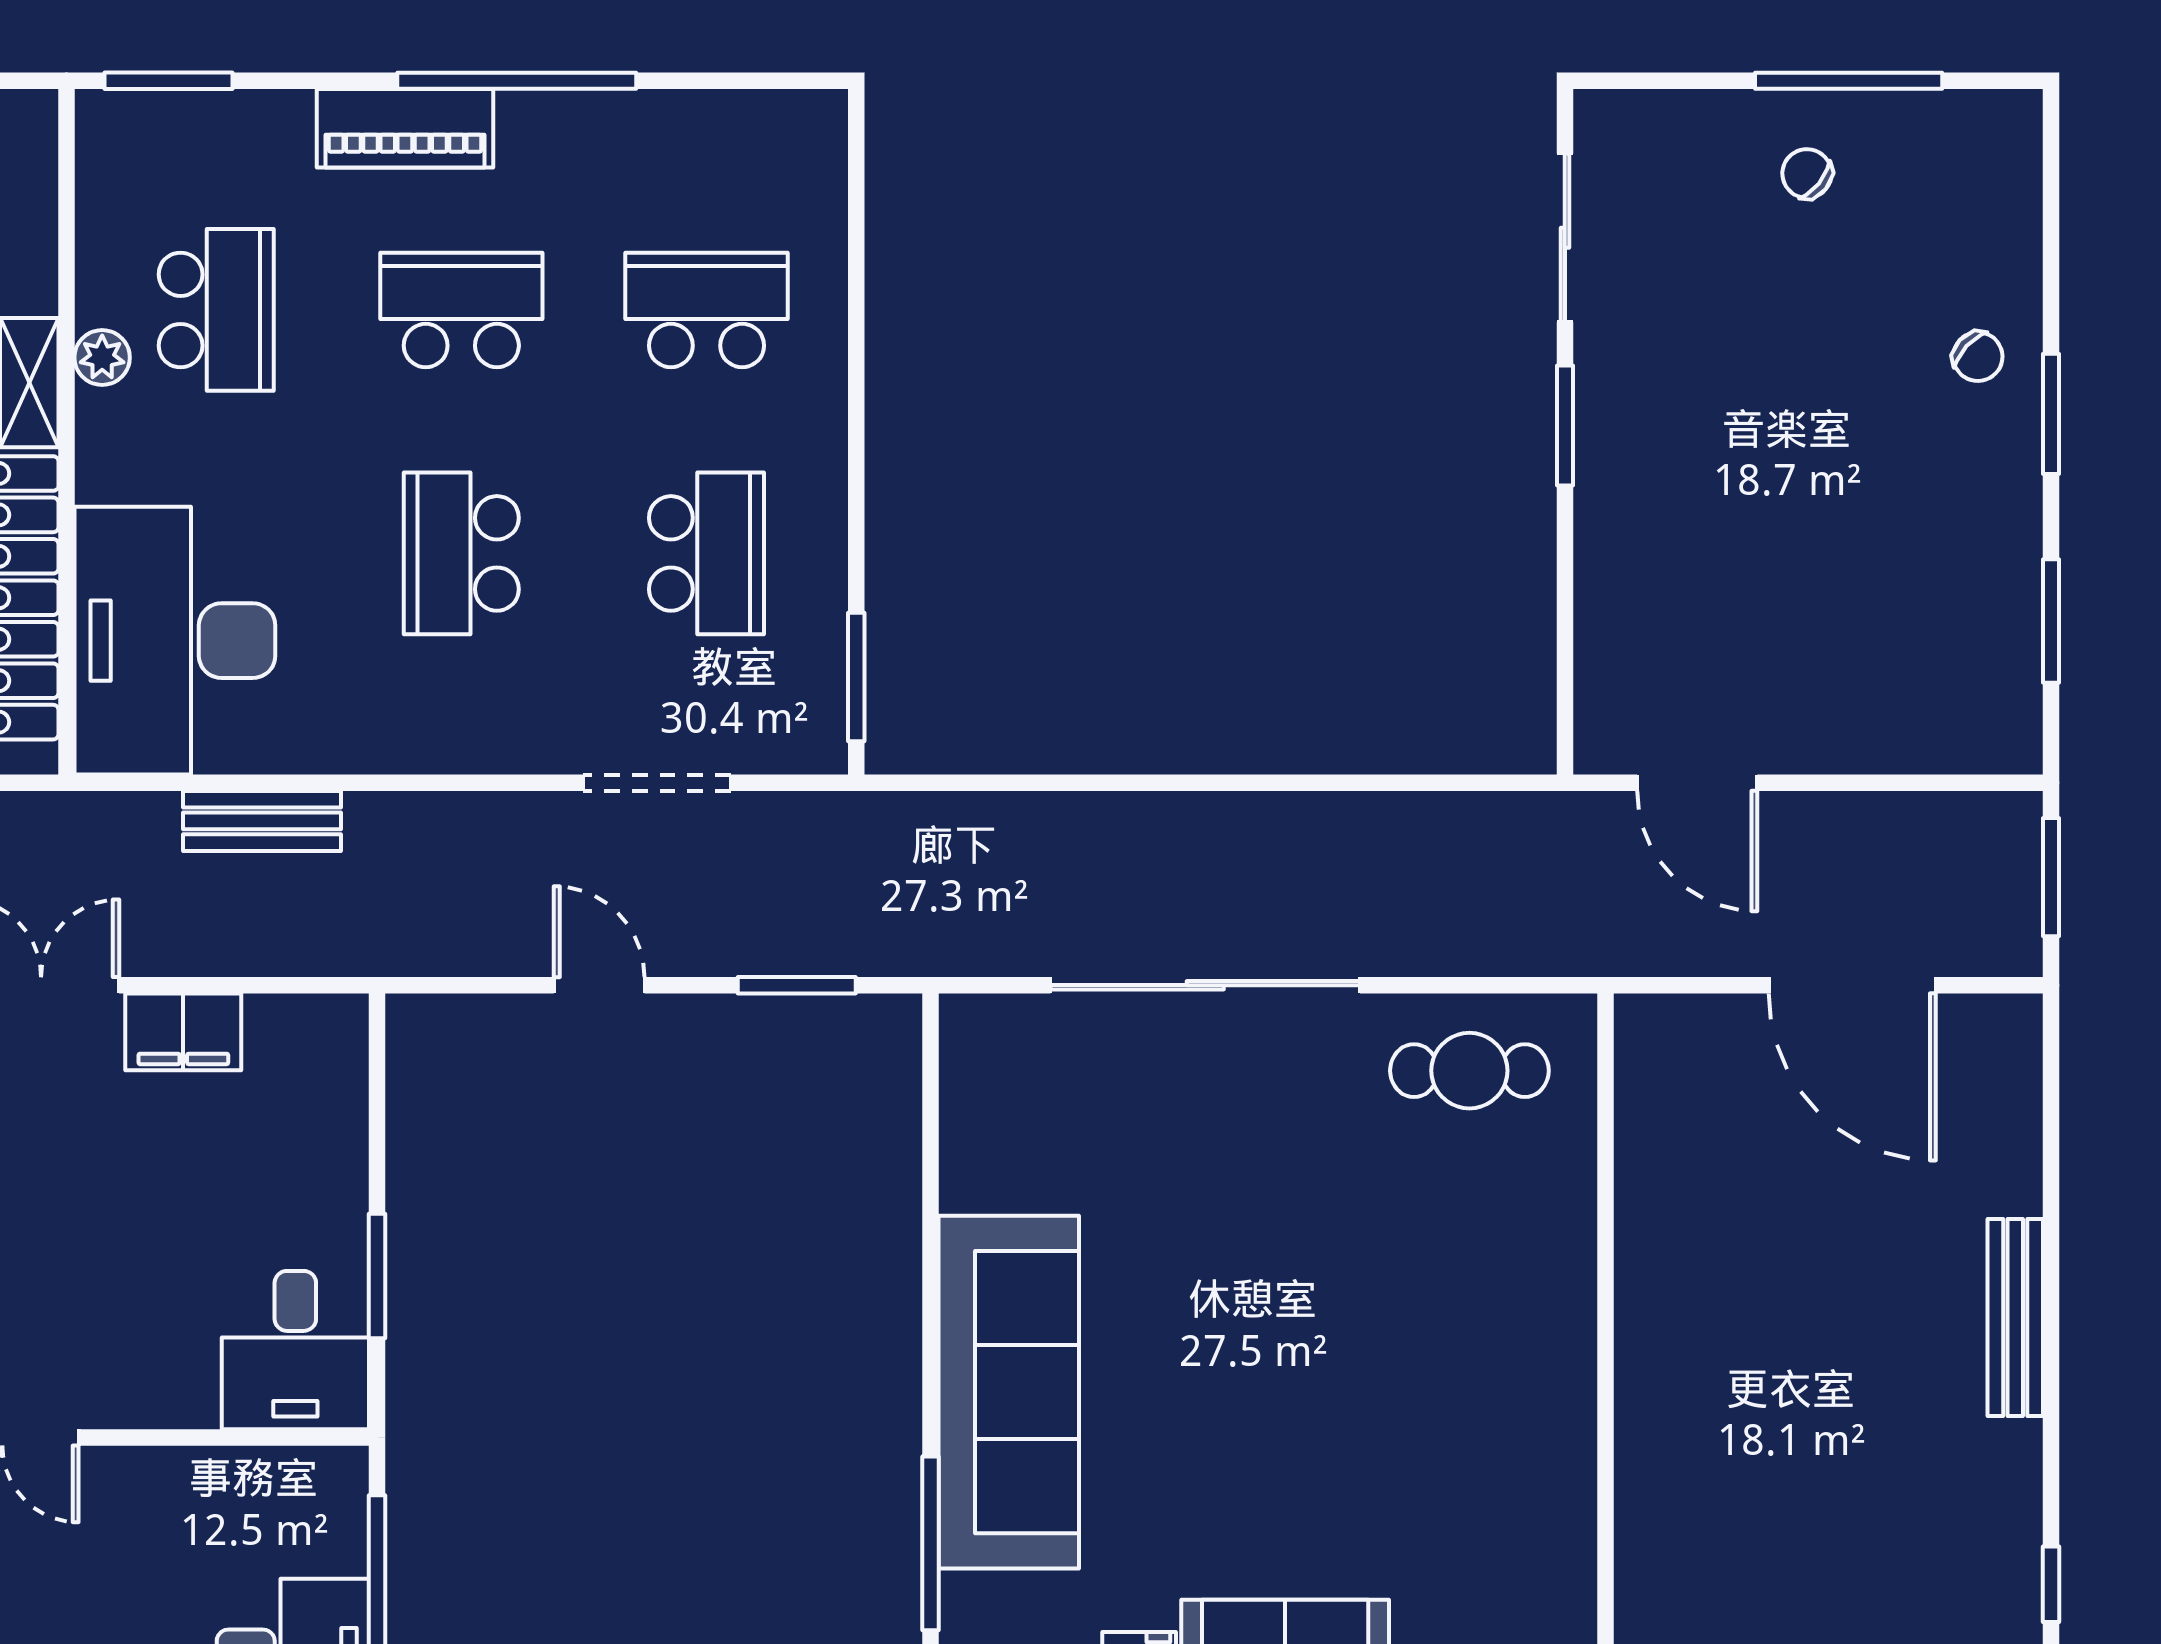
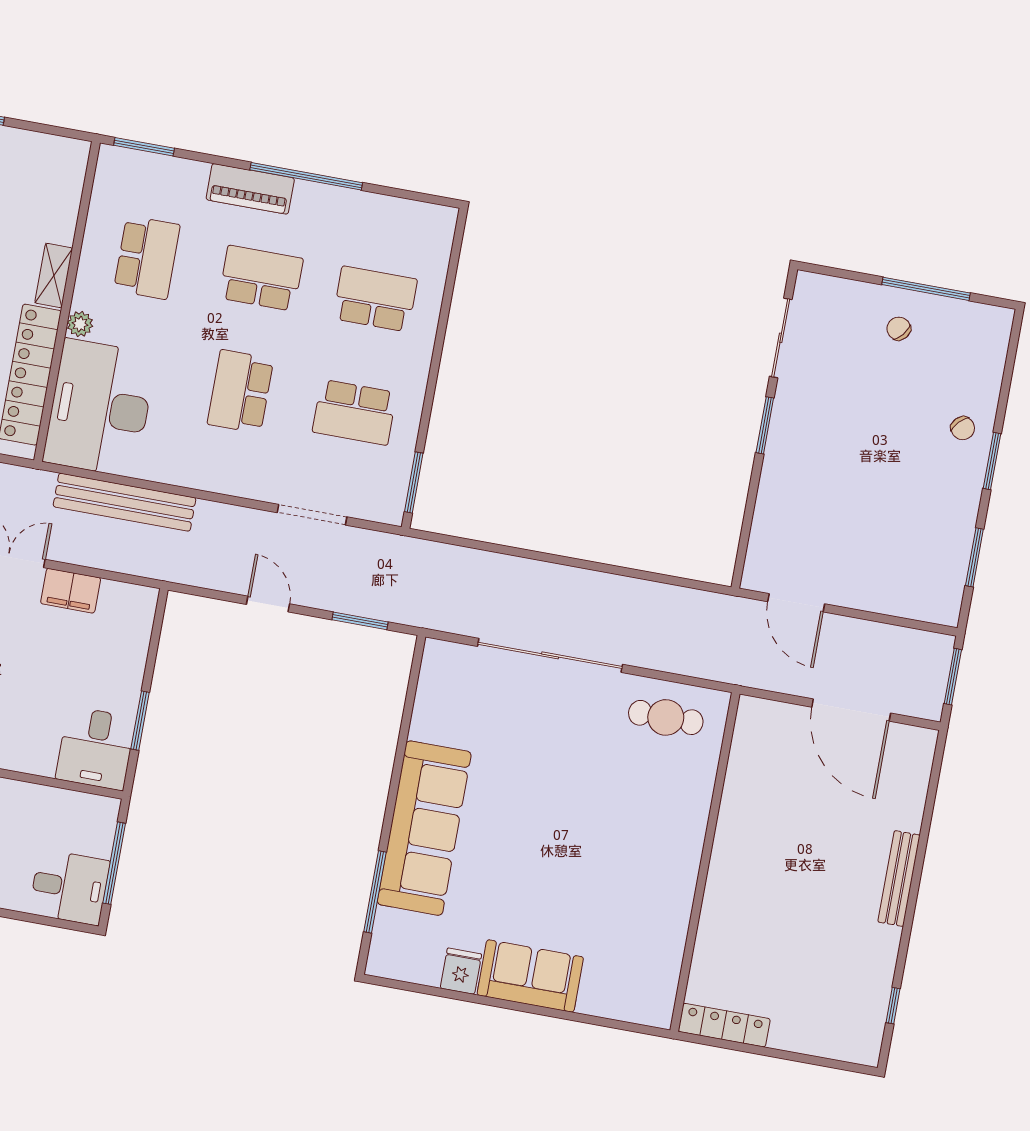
plant: (102, 358) -> (80, 324), moved
school desk: (706, 553) -> (355, 412), turned 90
bench: (262, 821) -> (124, 502), width x1.86, depth x1.21

